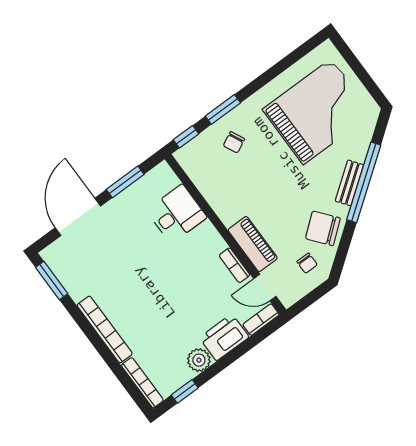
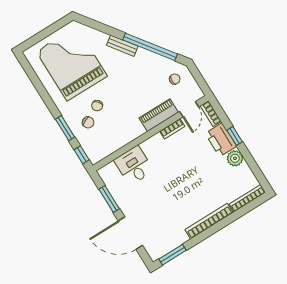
window: (364, 182) -> (150, 47), moved
chair: (323, 228) -> (97, 106), moved, width x0.54, depth x0.54
window: (185, 391) -> (235, 136), moved

